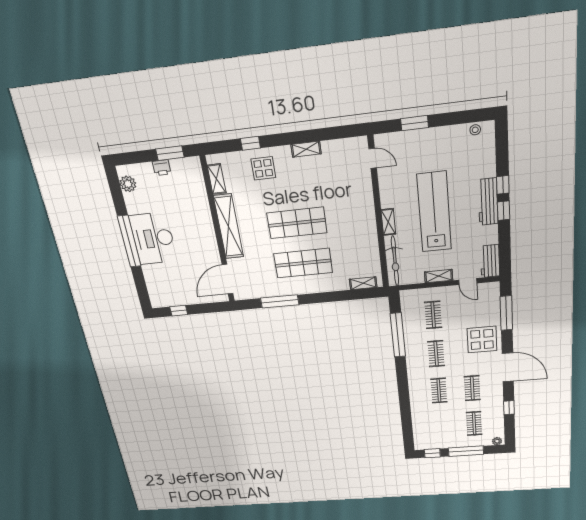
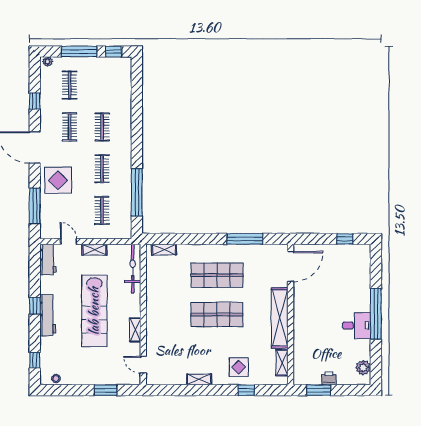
window: (503, 185) -> (35, 360), moved
shelving: (388, 222) -> (135, 330), moved
desk: (153, 238) -> (357, 326), width x0.53, depth x0.77

